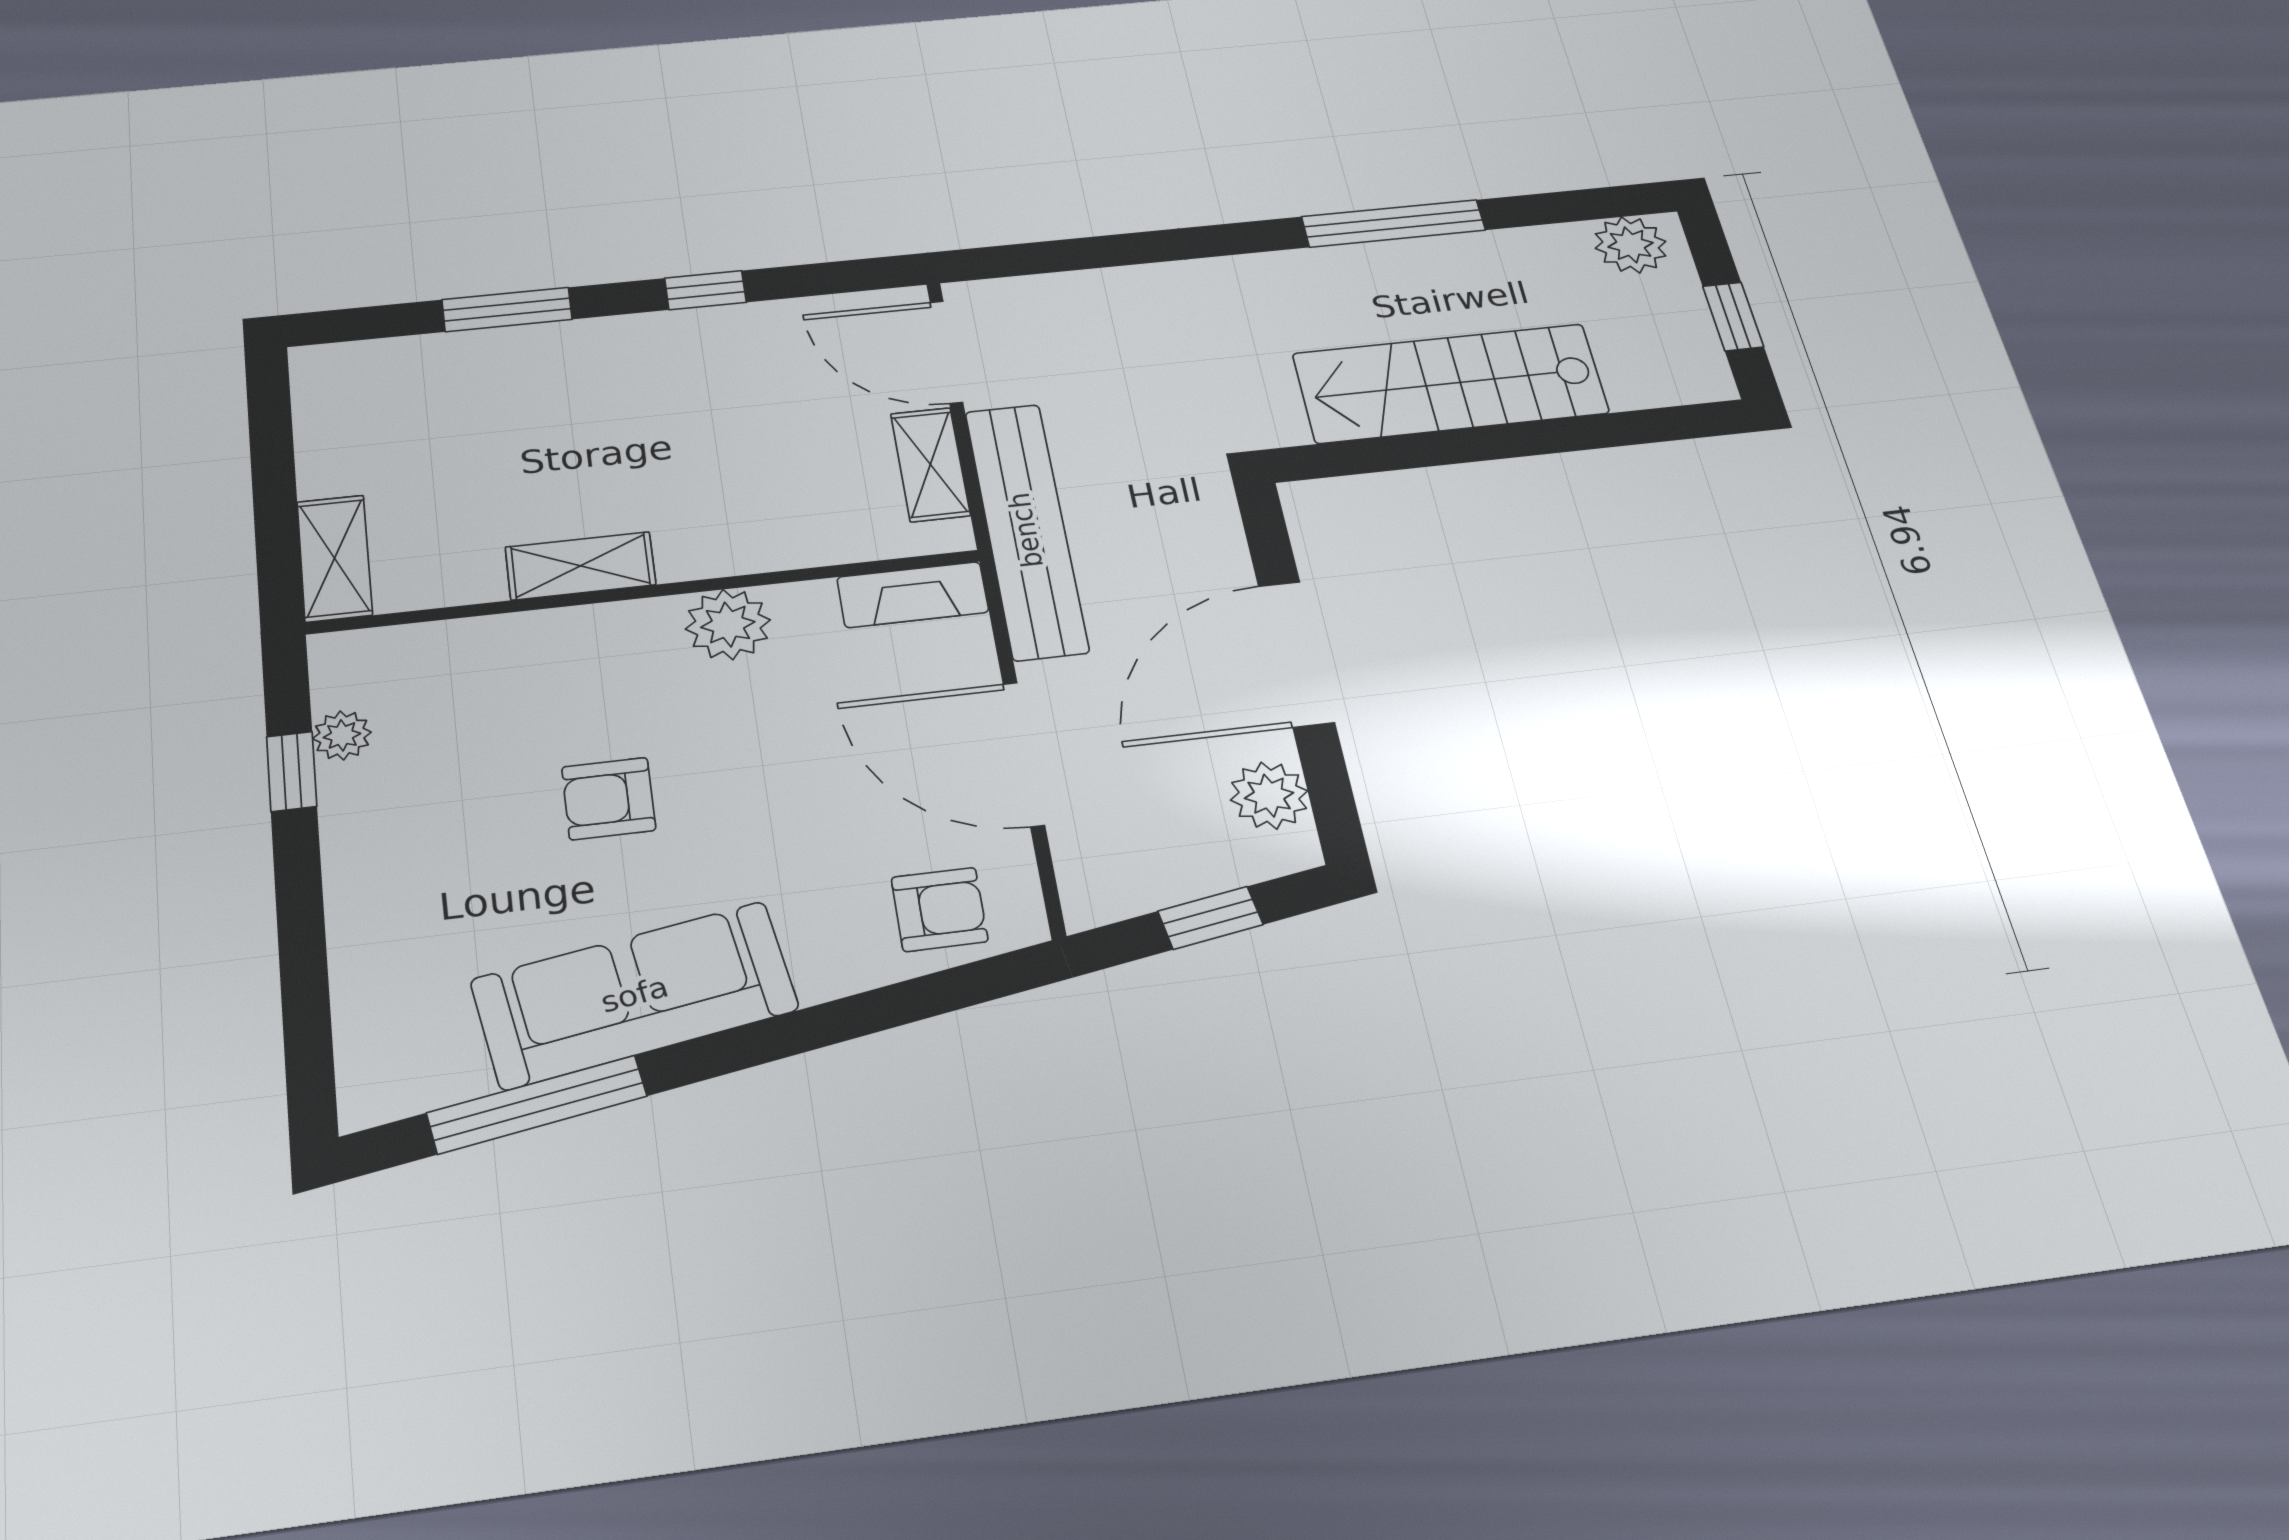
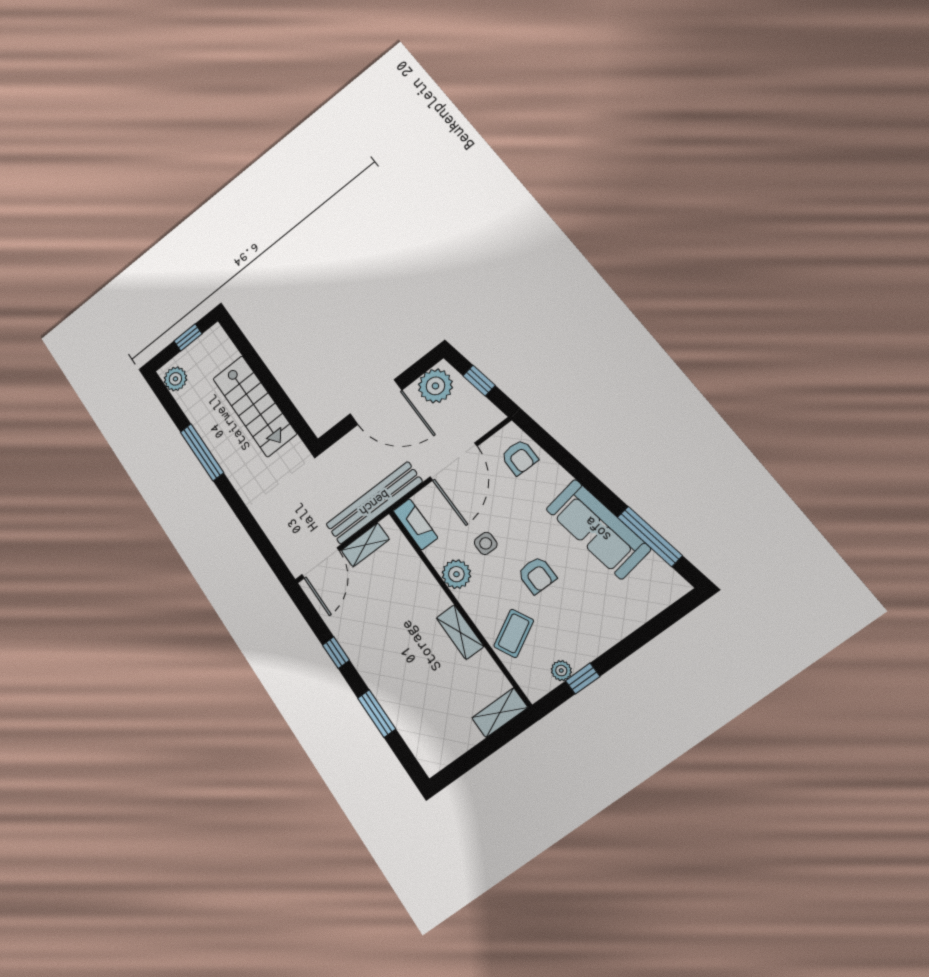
coffee table: (500, 678) -> (514, 633), added
side table: (763, 725) -> (486, 543), added
plant: (1269, 796) -> (435, 386), width x1.36, depth x1.36
armchair: (939, 909) -> (519, 457), turned 180

